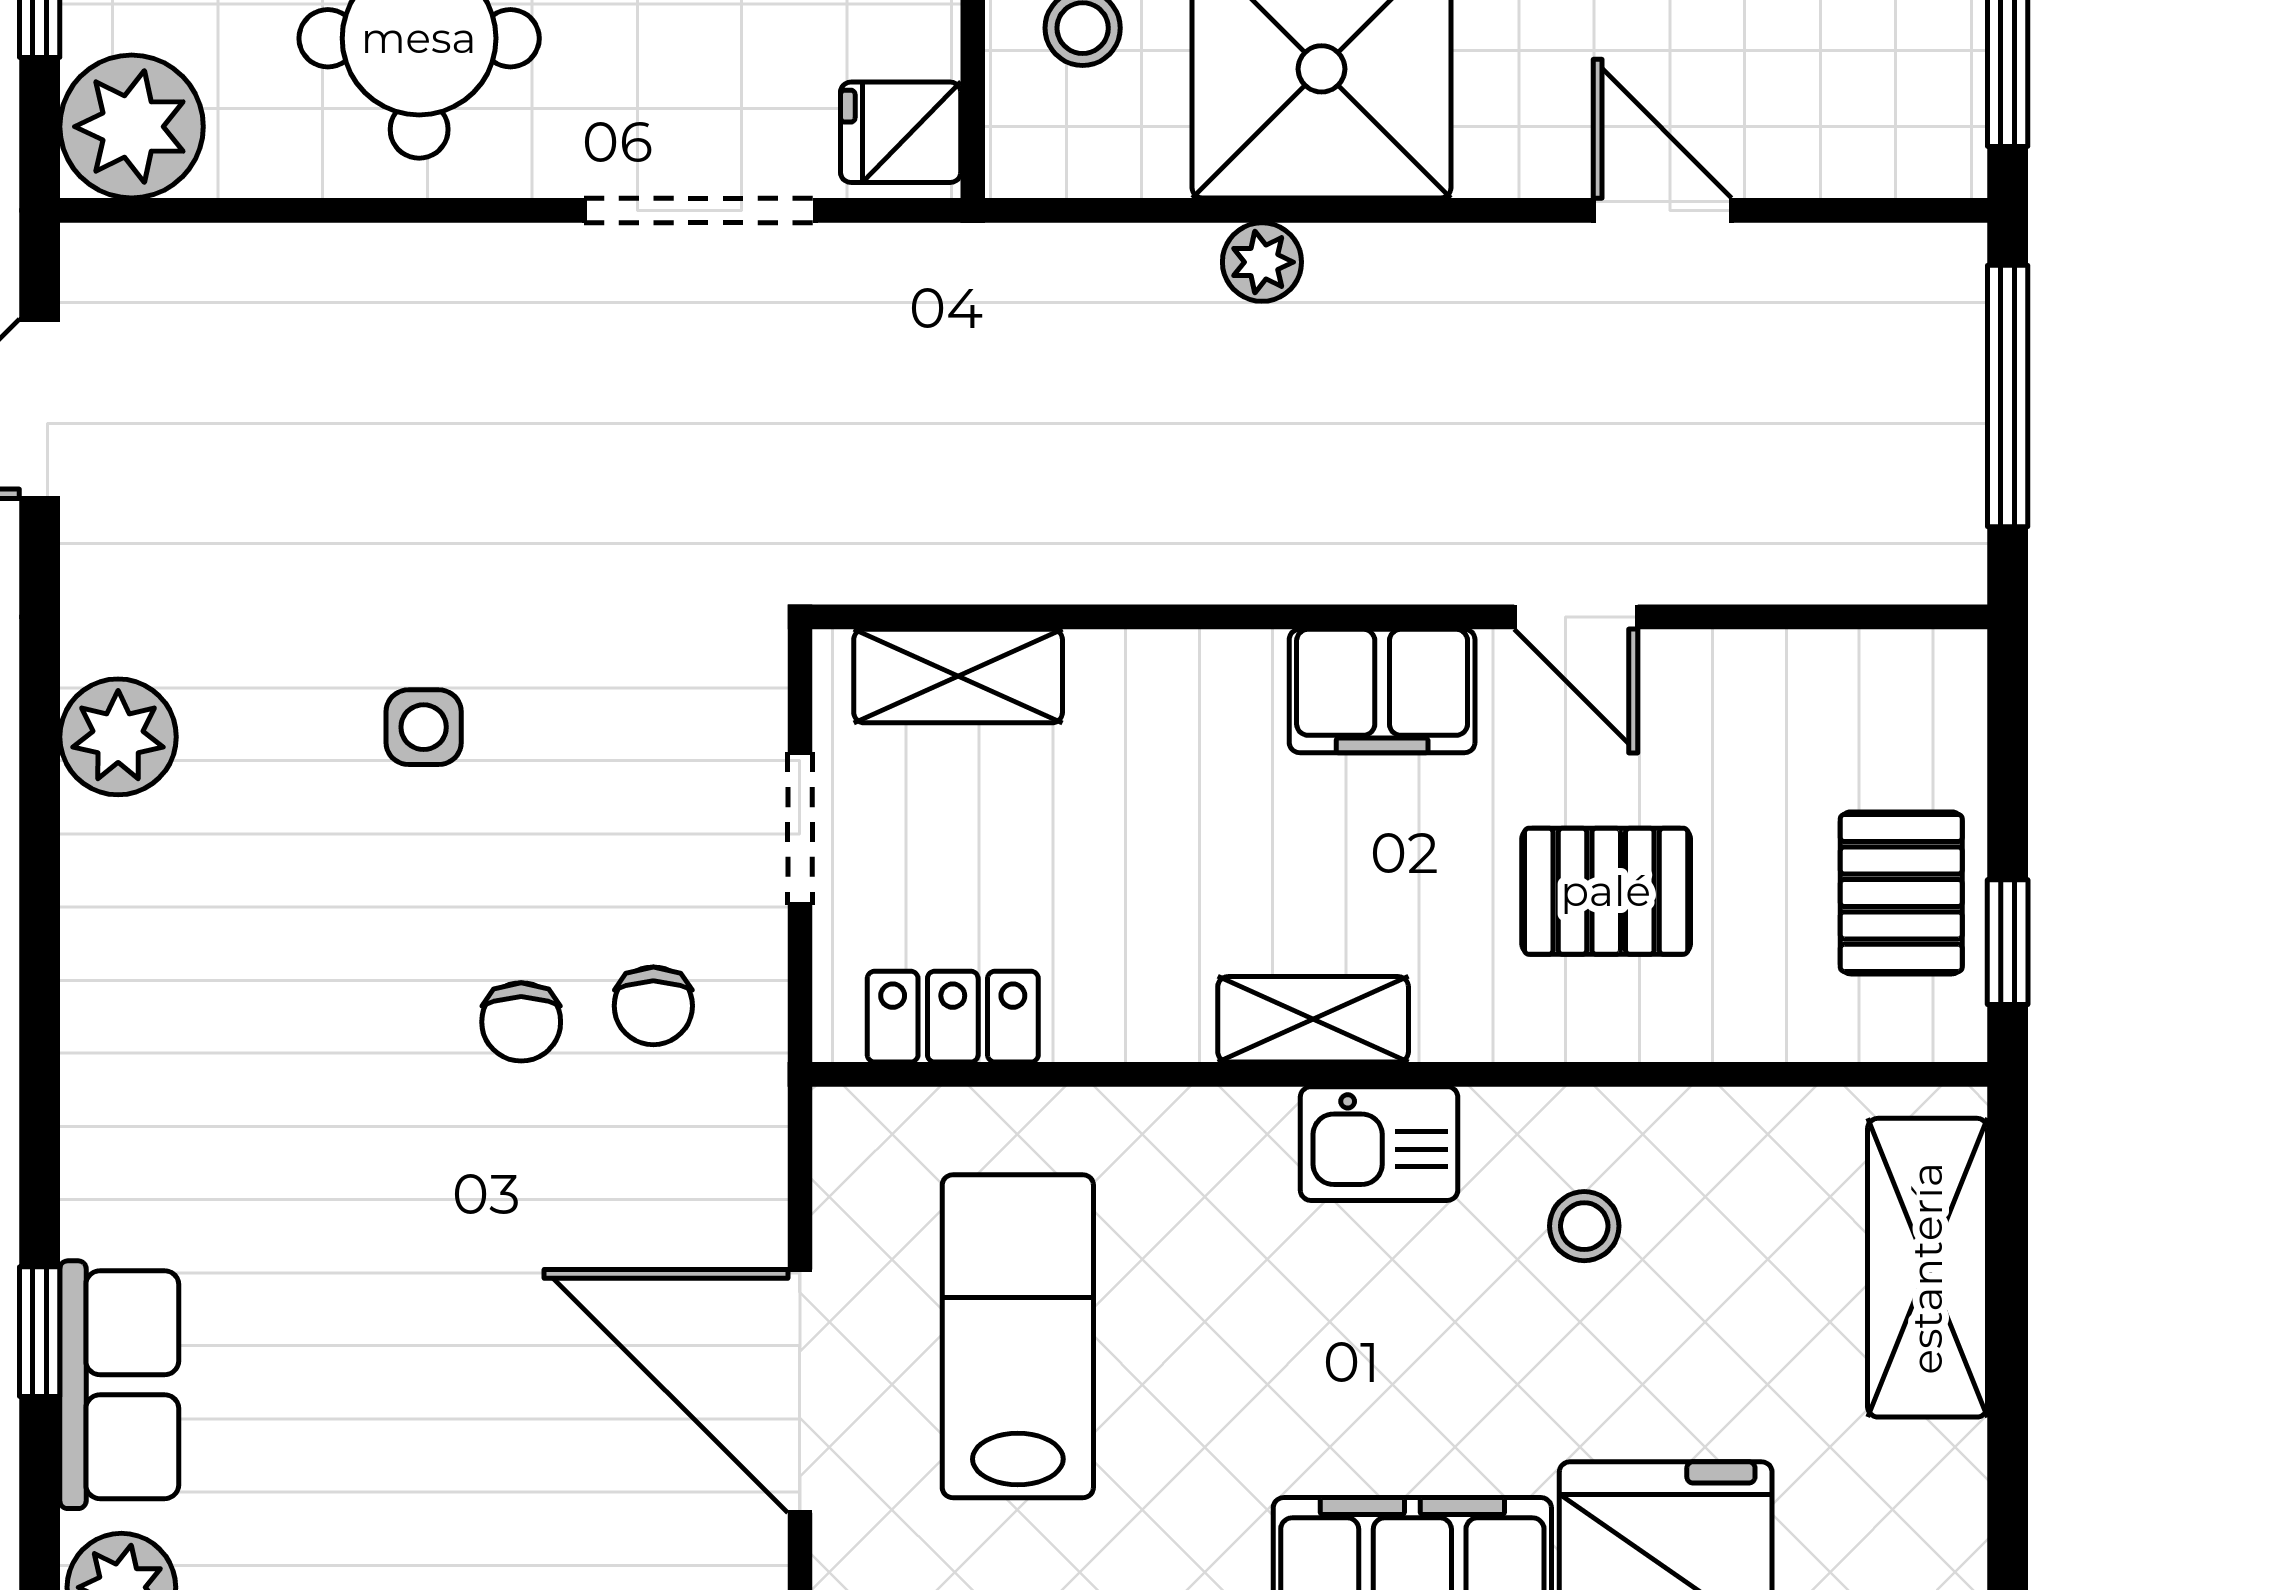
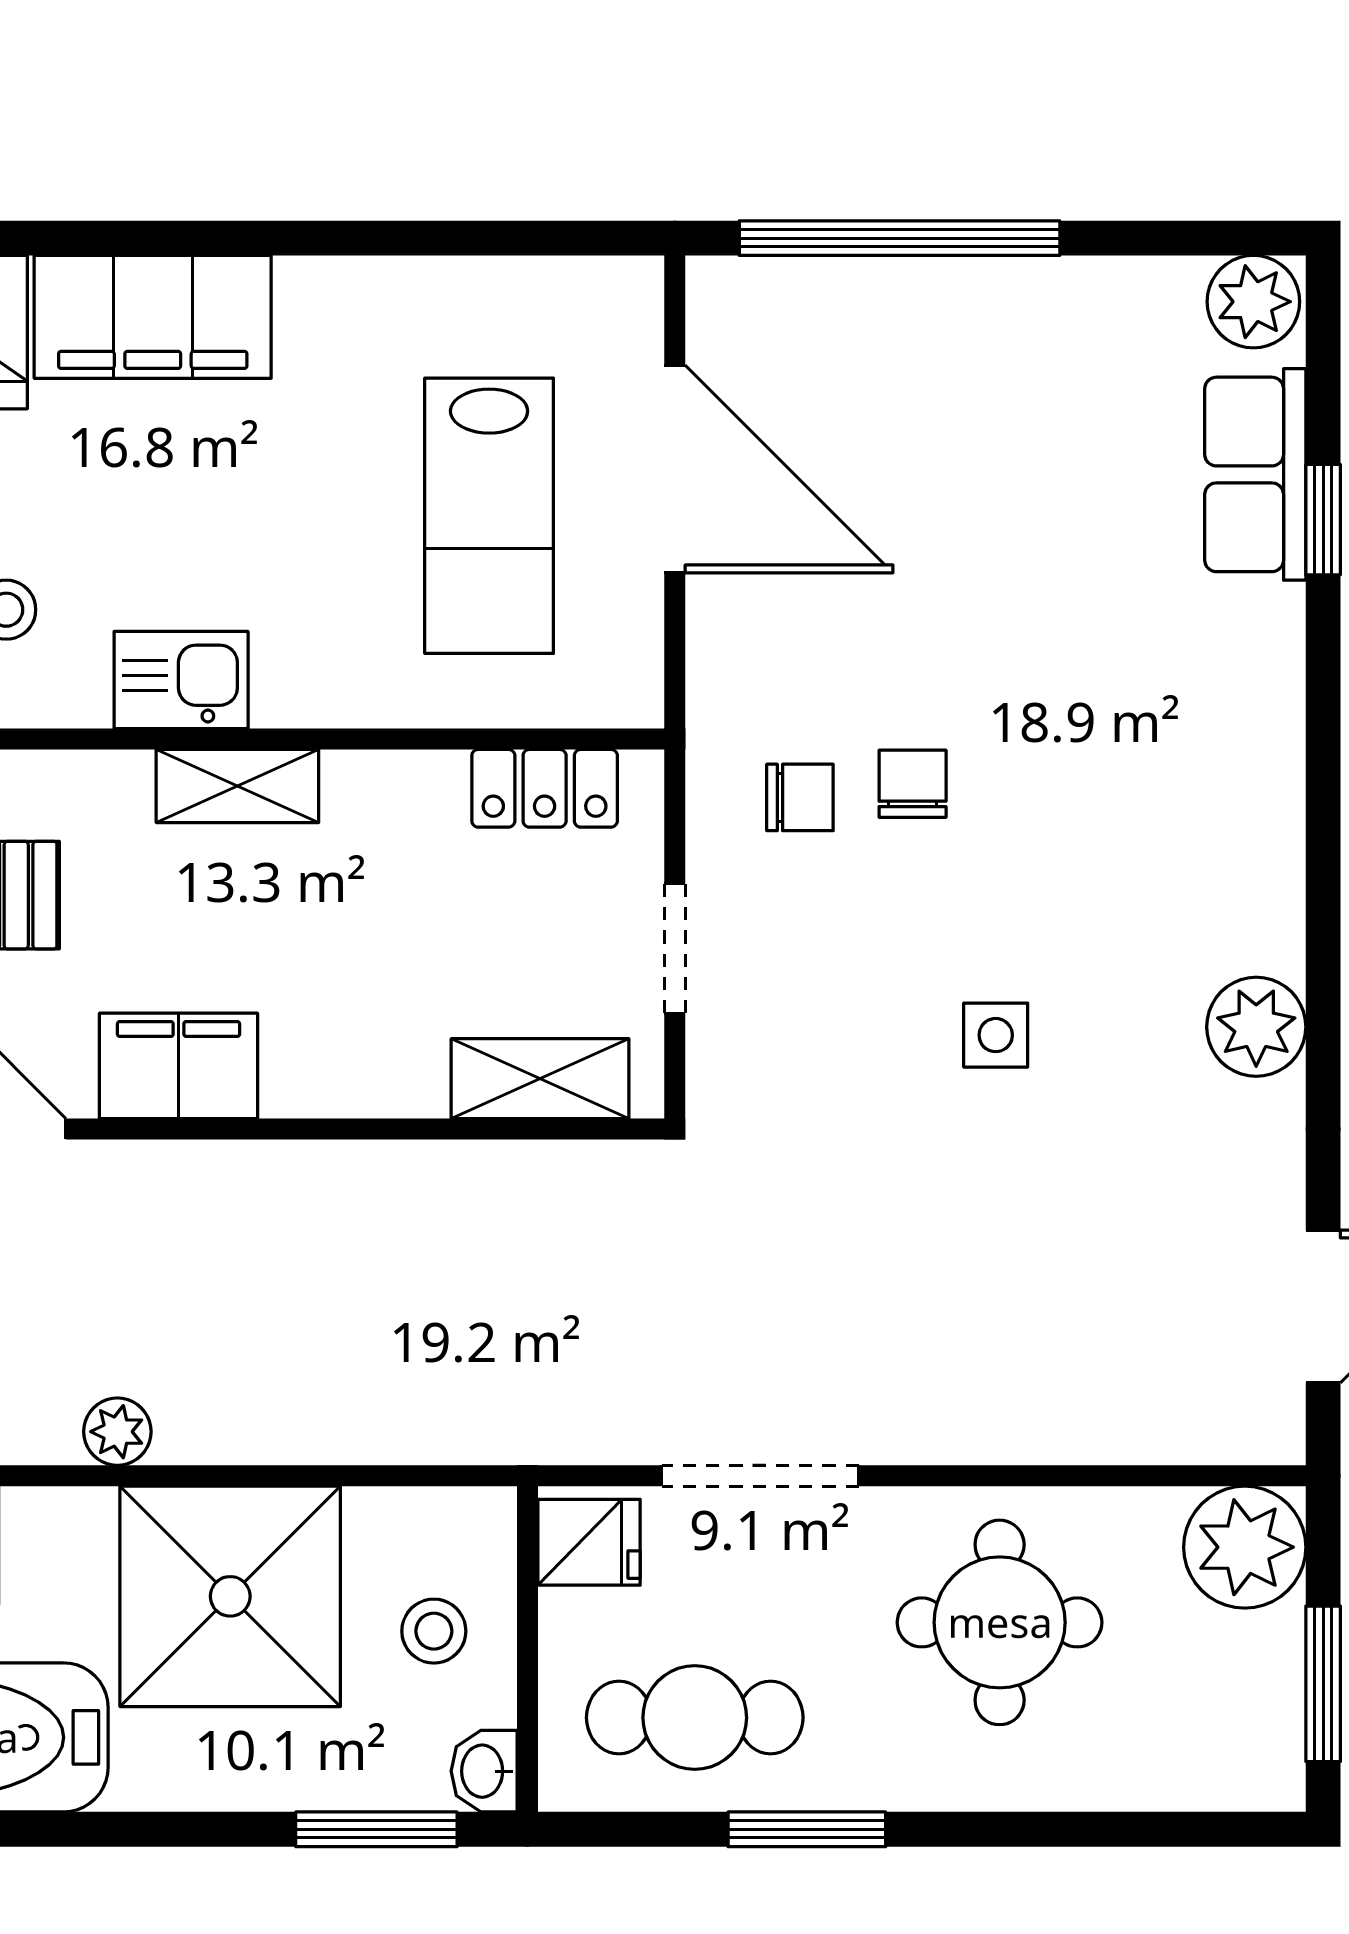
plant: (1262, 262) -> (117, 1432), moved
chair: (653, 1006) -> (800, 797), turned 90

